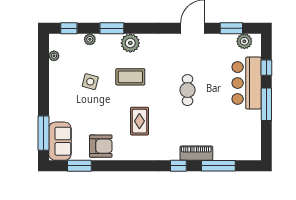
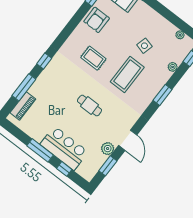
window: (112, 28) -> (162, 95), moved
plant: (244, 41) -> (108, 149), moved
plant: (130, 43) -> (150, 92), removed
coffee table: (130, 77) -> (127, 75), width x1.36, depth x1.32
piano: (196, 153) -> (23, 106), moved

